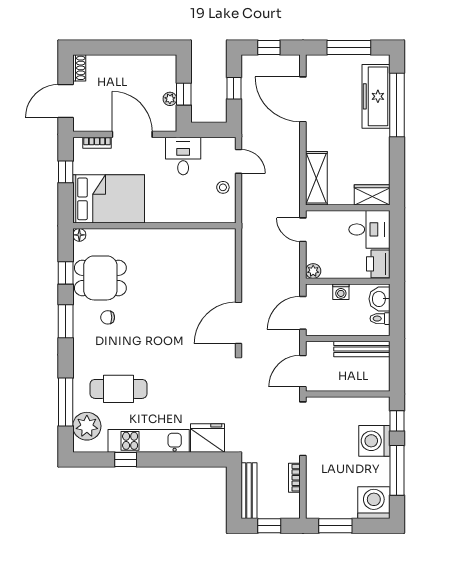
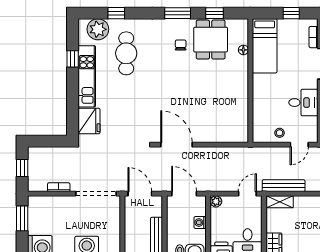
shelving: (316, 178) -> (280, 202), width x0.67, depth x0.75
bed: (109, 199) -> (265, 46), width x0.67
floor lamp: (79, 235) -> (243, 50), moved
window: (66, 402) -> (116, 13), width x0.46
bench: (249, 491) -> (284, 186), moved

